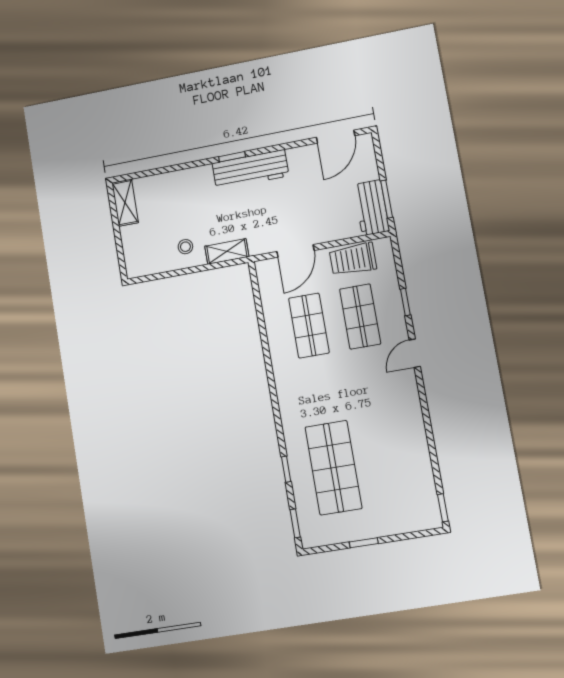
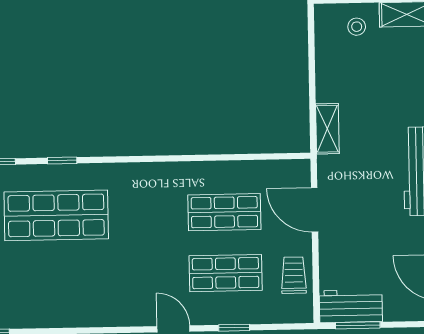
stool: (185, 247) -> (357, 27), moved
trolley: (353, 259) -> (294, 275), width x0.73, depth x0.72

